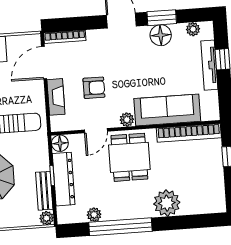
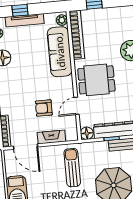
armchair: (94, 88) -> (44, 108), turned -90
plant: (127, 120) -> (62, 20), moved
door: (96, 131) -> (77, 106), swing flipped

